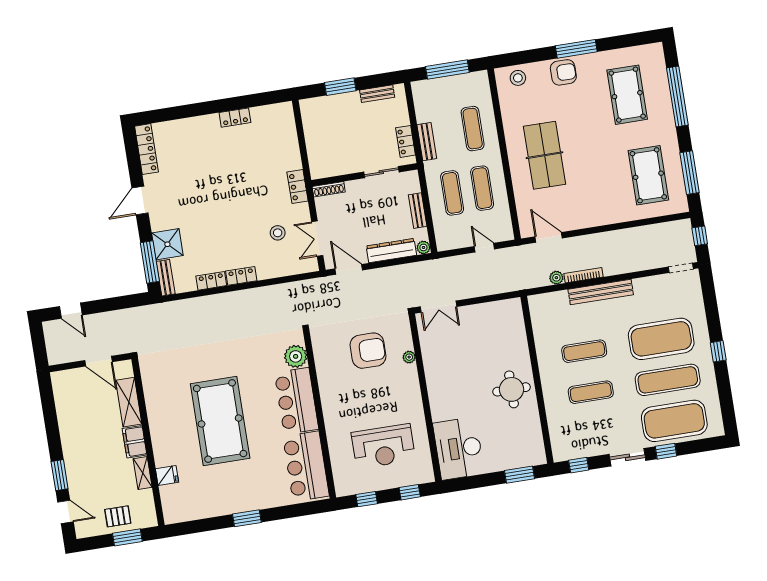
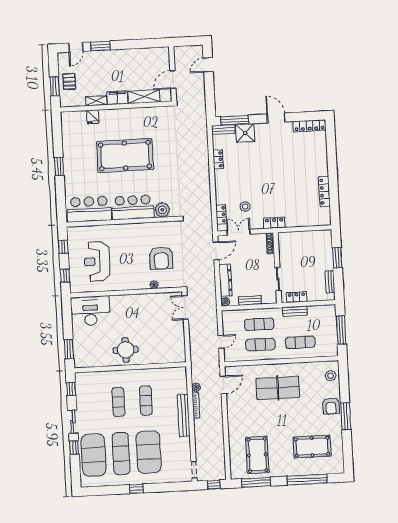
locker: (235, 118) -> (324, 192), width x1.53
pool table: (648, 175) -> (257, 455), turned 90
locker: (241, 276) -> (221, 214), moved

